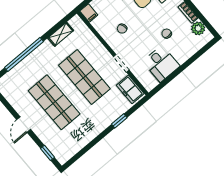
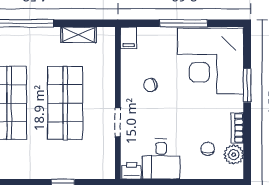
chair: (167, 34) -> (208, 149), moved
printer: (151, 83) -> (132, 171), added
freezer: (130, 89) -> (104, 159), removed

